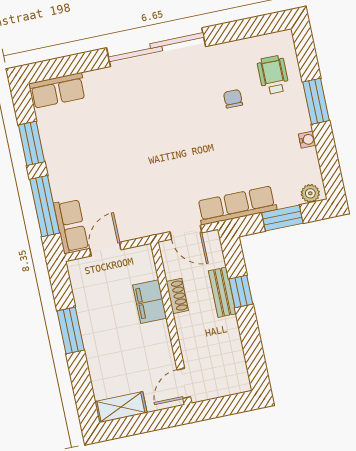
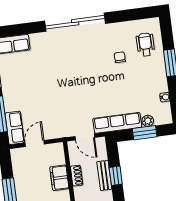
water cooler: (307, 140) -> (165, 97), moved
plant: (310, 193) -> (148, 121), moved

